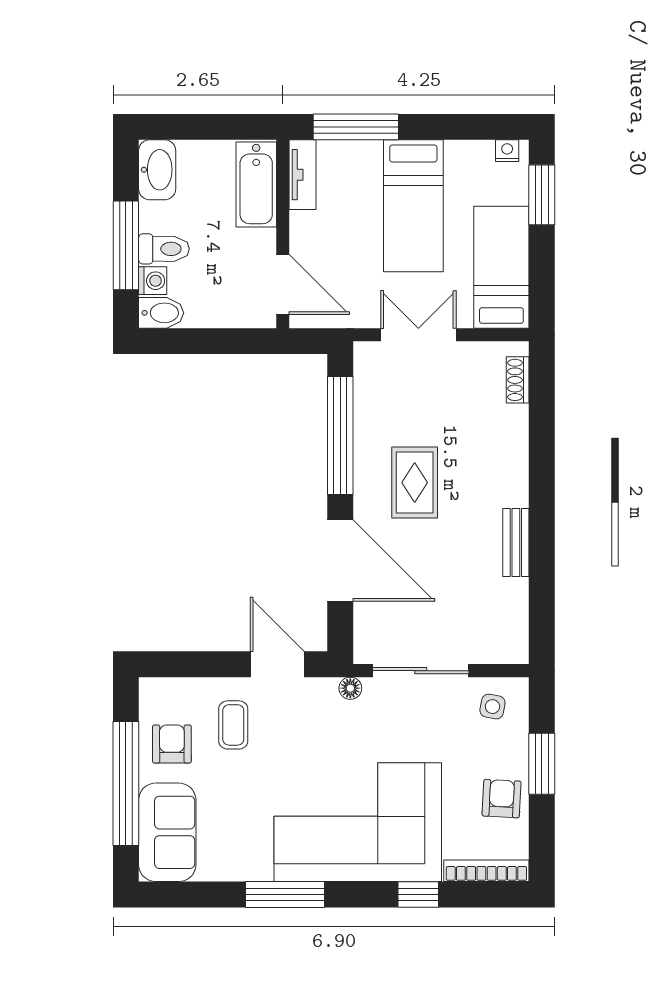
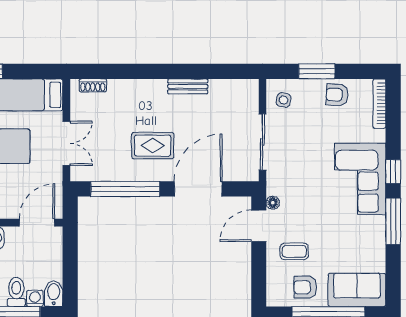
double door: (418, 335) -> (66, 143), swing flipped
floor lamp: (350, 688) -> (273, 203), moved
corner sofa: (358, 822) -> (360, 179), width x0.73, depth x0.74
window: (418, 895) -> (393, 172), moved

